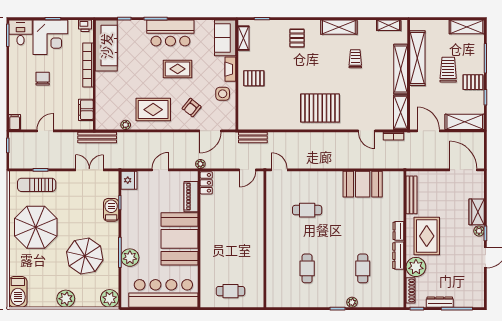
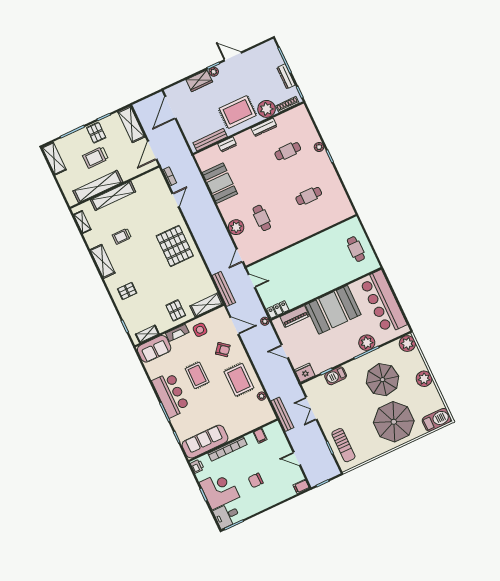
filing cabinet: (86, 110) -> (260, 436), width x0.50
shelving: (400, 112) -> (206, 305), moved
bench: (253, 137) -> (224, 289), width x1.36
plant: (310, 180) -> (236, 227), added
parasol: (36, 227) -> (394, 422), moved
dresser: (398, 231) -> (227, 144), moved

